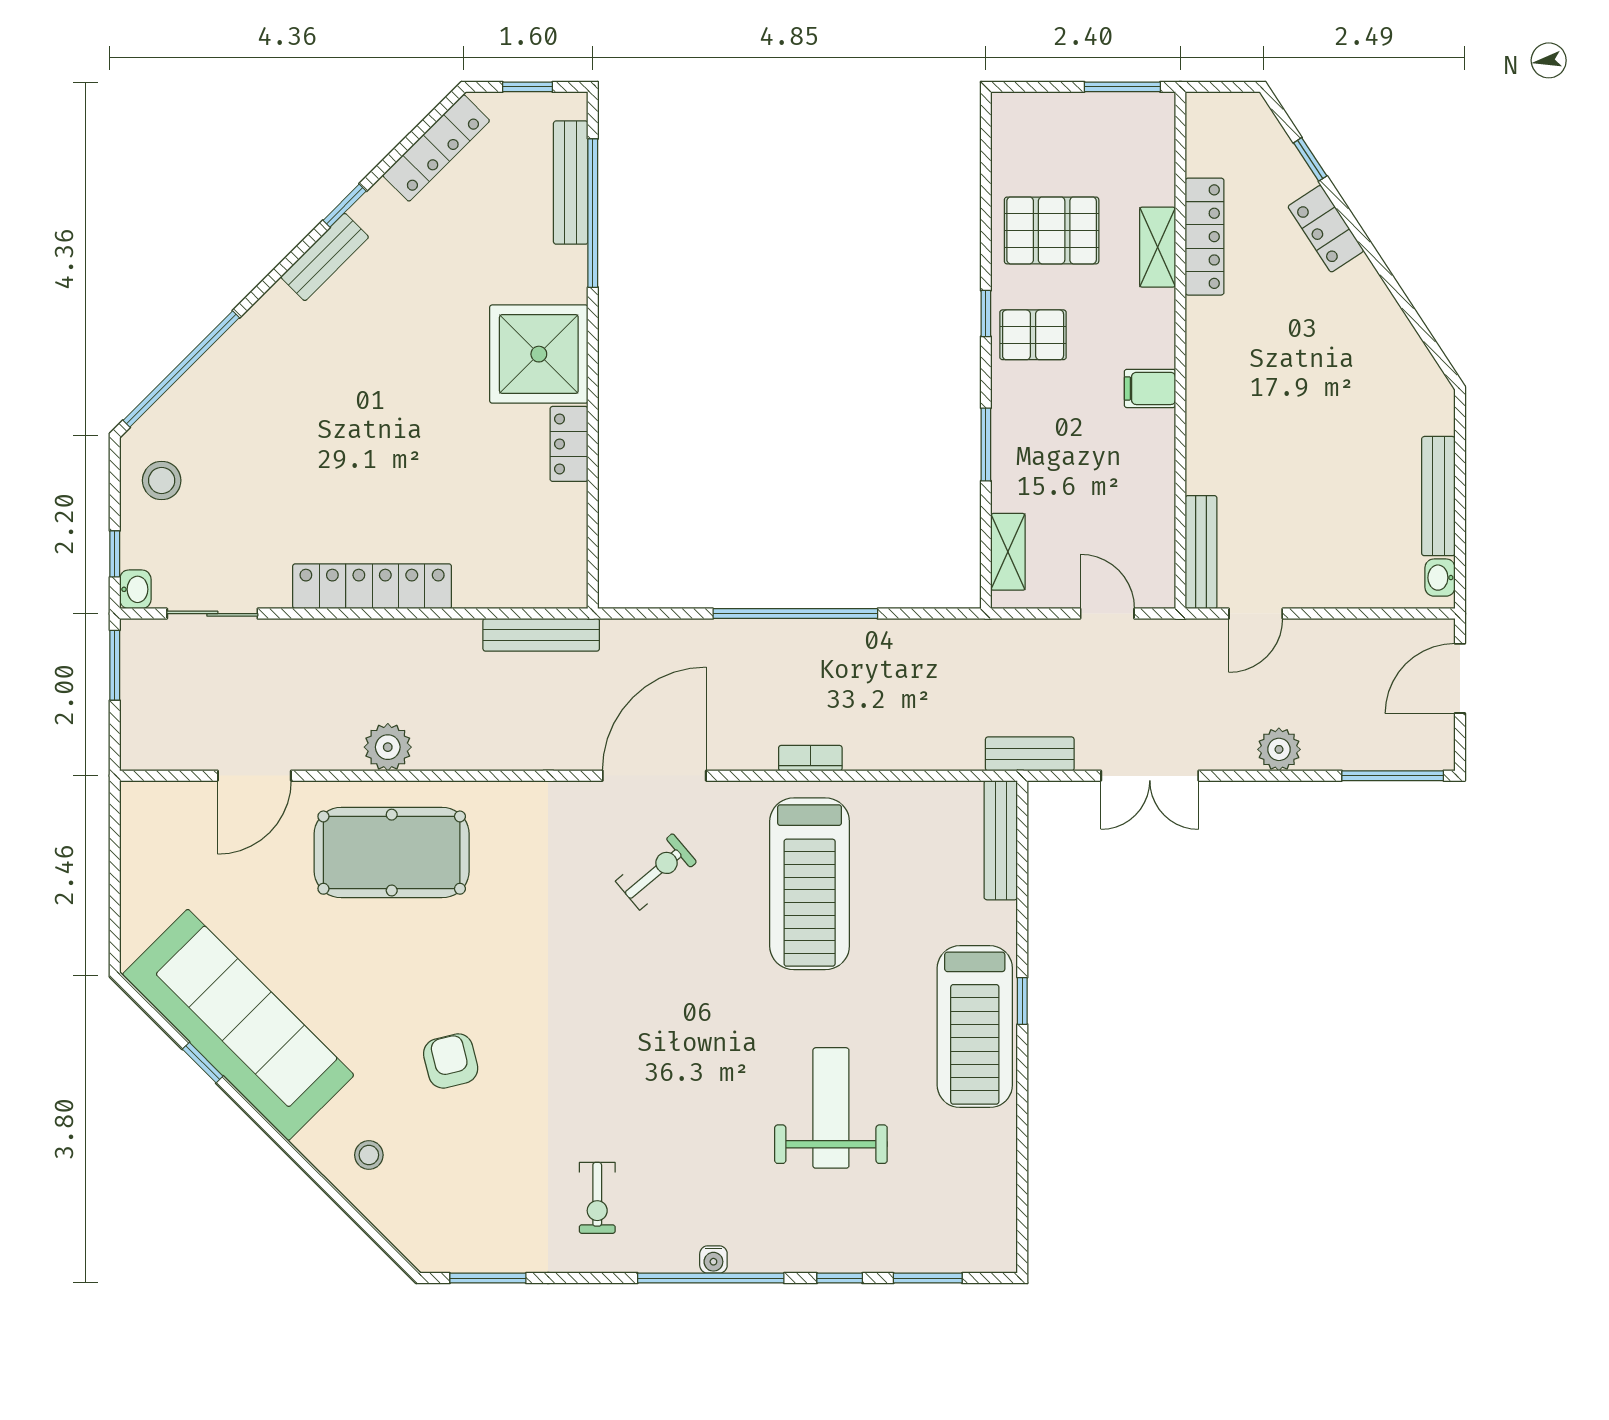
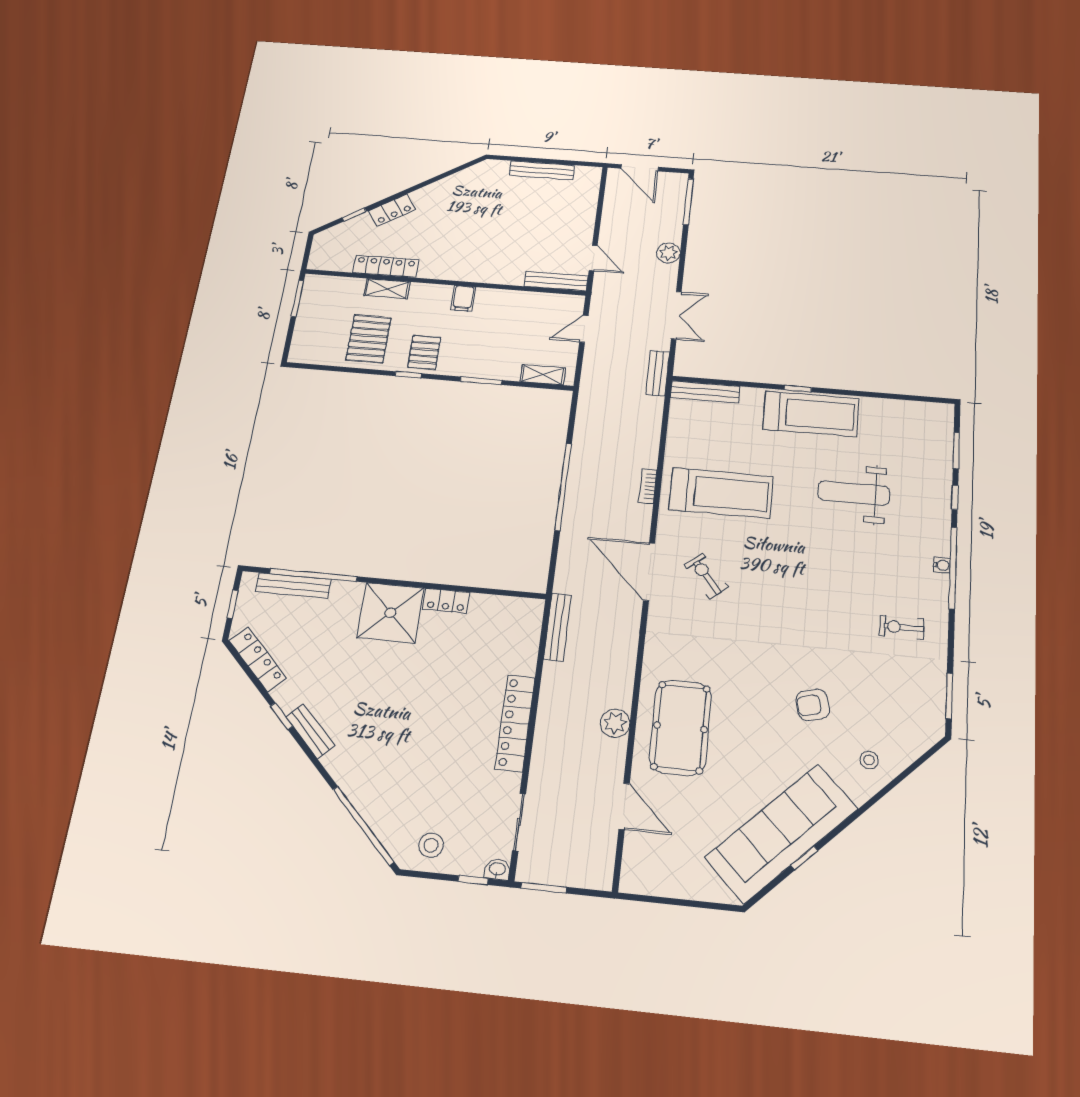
washbasin: (1440, 578) -> (585, 173), removed
exercise bike: (597, 1198) -> (902, 627), turned 180

